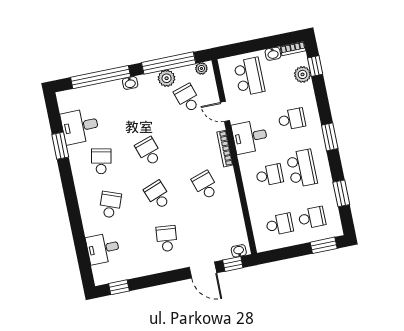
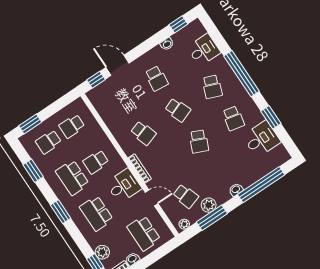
window: (169, 63) -> (212, 218), width x0.68
school desk: (292, 119) -> (96, 213), width x1.85
school desk: (149, 151) -> (199, 141), turned 42
window: (73, 206) -> (242, 74), added
washbasin: (239, 251) -> (167, 44), moved

